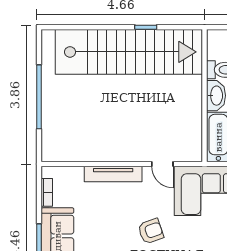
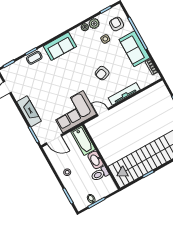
armchair: (151, 231) -> (102, 73), moved

